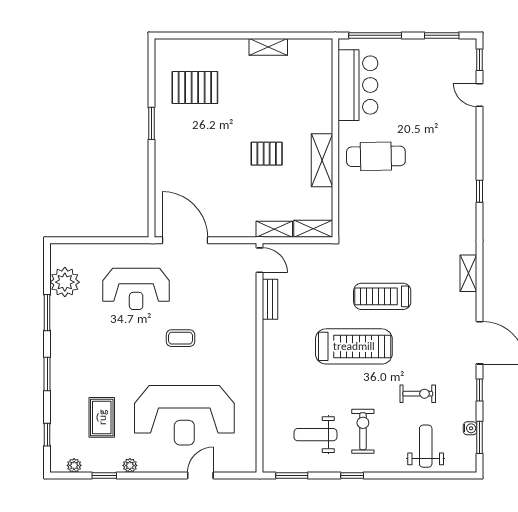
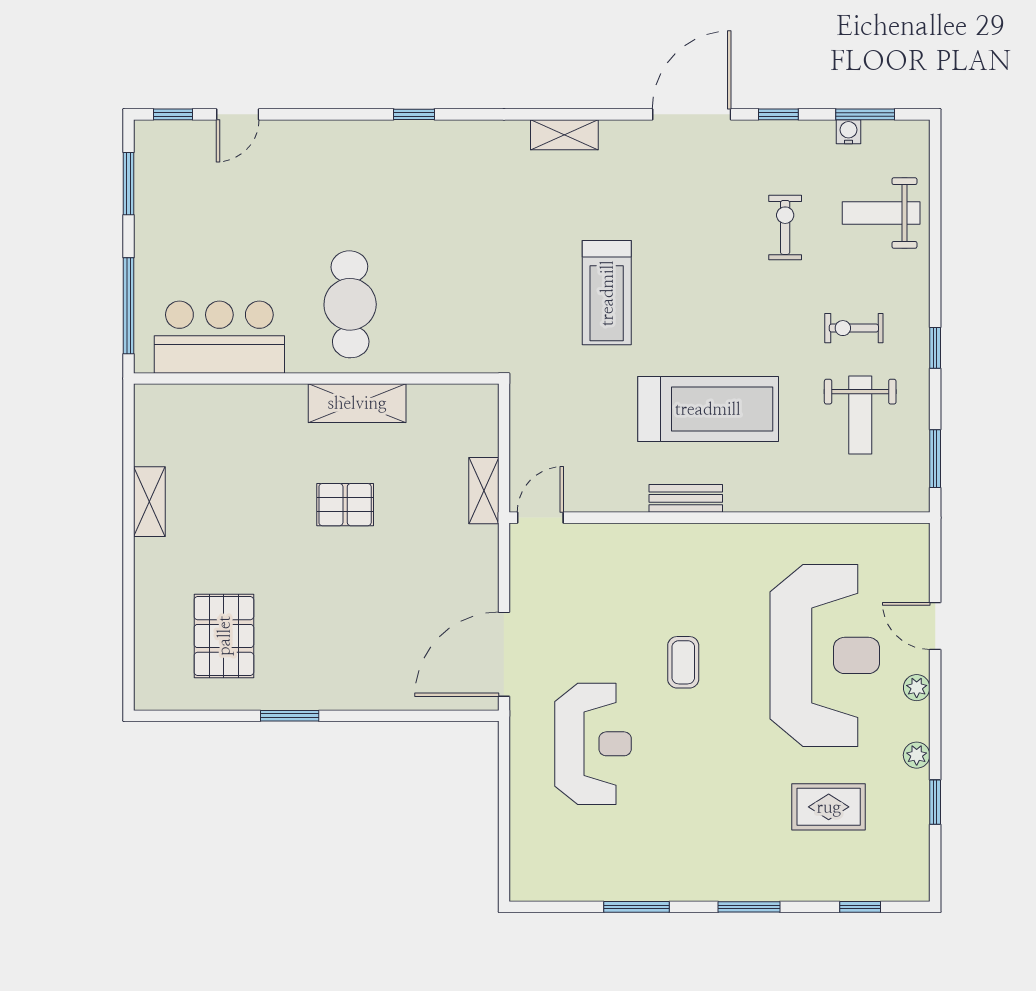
pallet: (267, 154) -> (345, 505), turned 90
shelving: (313, 229) -> (483, 419), removed
plant: (65, 282) -> (580, 875), removed
bench: (270, 299) -> (686, 498), moved
treadmill: (354, 346) -> (708, 409), moved, turned 90
exercise bike: (363, 431) -> (854, 328), width x0.73, depth x0.72
plant: (74, 465) -> (917, 688), moved

